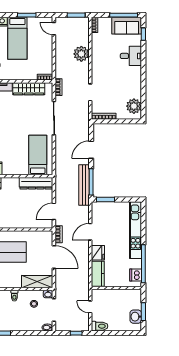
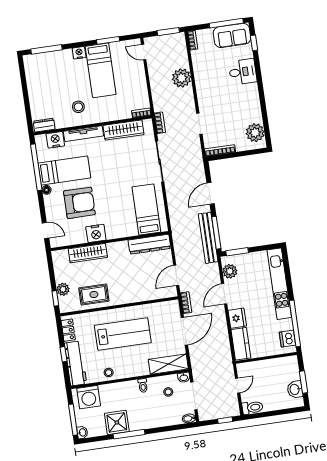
plant: (97, 214) -> (230, 271), added
door: (54, 257) -> (184, 331), hinge flipped
door: (90, 307) -> (238, 386), swing flipped

